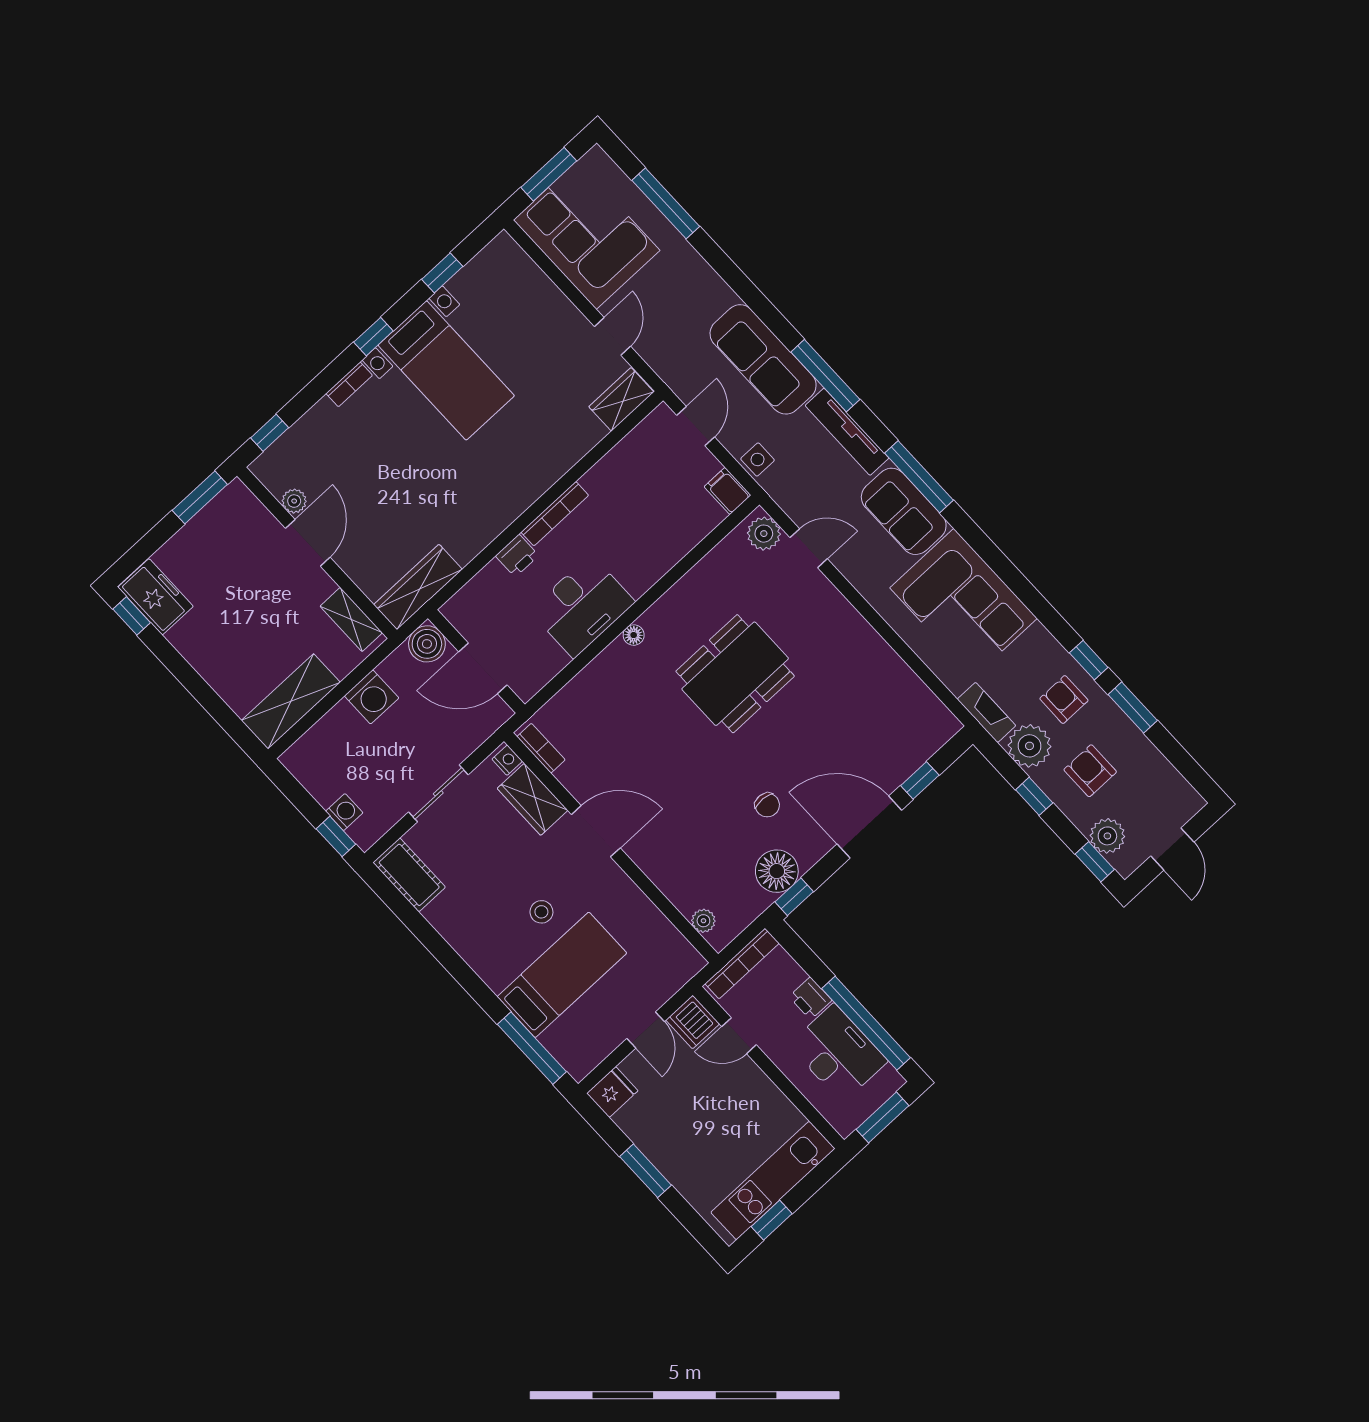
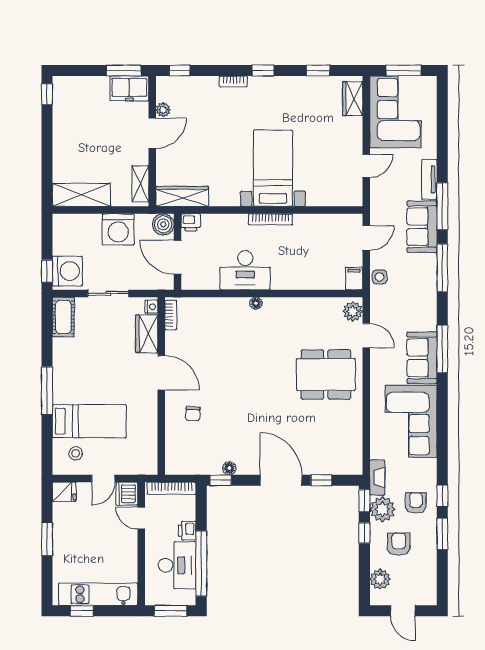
window: (666, 203) -> (442, 206), moved
sofa: (763, 359) -> (422, 227), width x0.73
bed with nightstands: (446, 370) -> (273, 168), moved, turned 180
wardrobe: (621, 399) -> (353, 99), moved, turned -90
tv unit: (847, 432) -> (429, 179), moved, width x0.71
printer: (517, 556) -> (191, 222), moved
freezer: (156, 597) -> (129, 88), moved, turned 90
dining table: (735, 674) -> (326, 375), moved
washing machine: (372, 697) -> (118, 229), width x1.37, depth x1.37
chair: (767, 805) -> (193, 414), moved
washing machine: (344, 812) -> (67, 271), width x1.89, depth x1.89
door: (1172, 849) -> (403, 611), hinge flipped
window: (1095, 862) -> (364, 501), moved
floor lamp: (777, 871) -> (229, 468), width x0.53, depth x0.53
stool: (541, 912) -> (76, 453), moved
plant: (703, 921) -> (172, 454), removed
window: (532, 1048) -> (47, 391), moved

